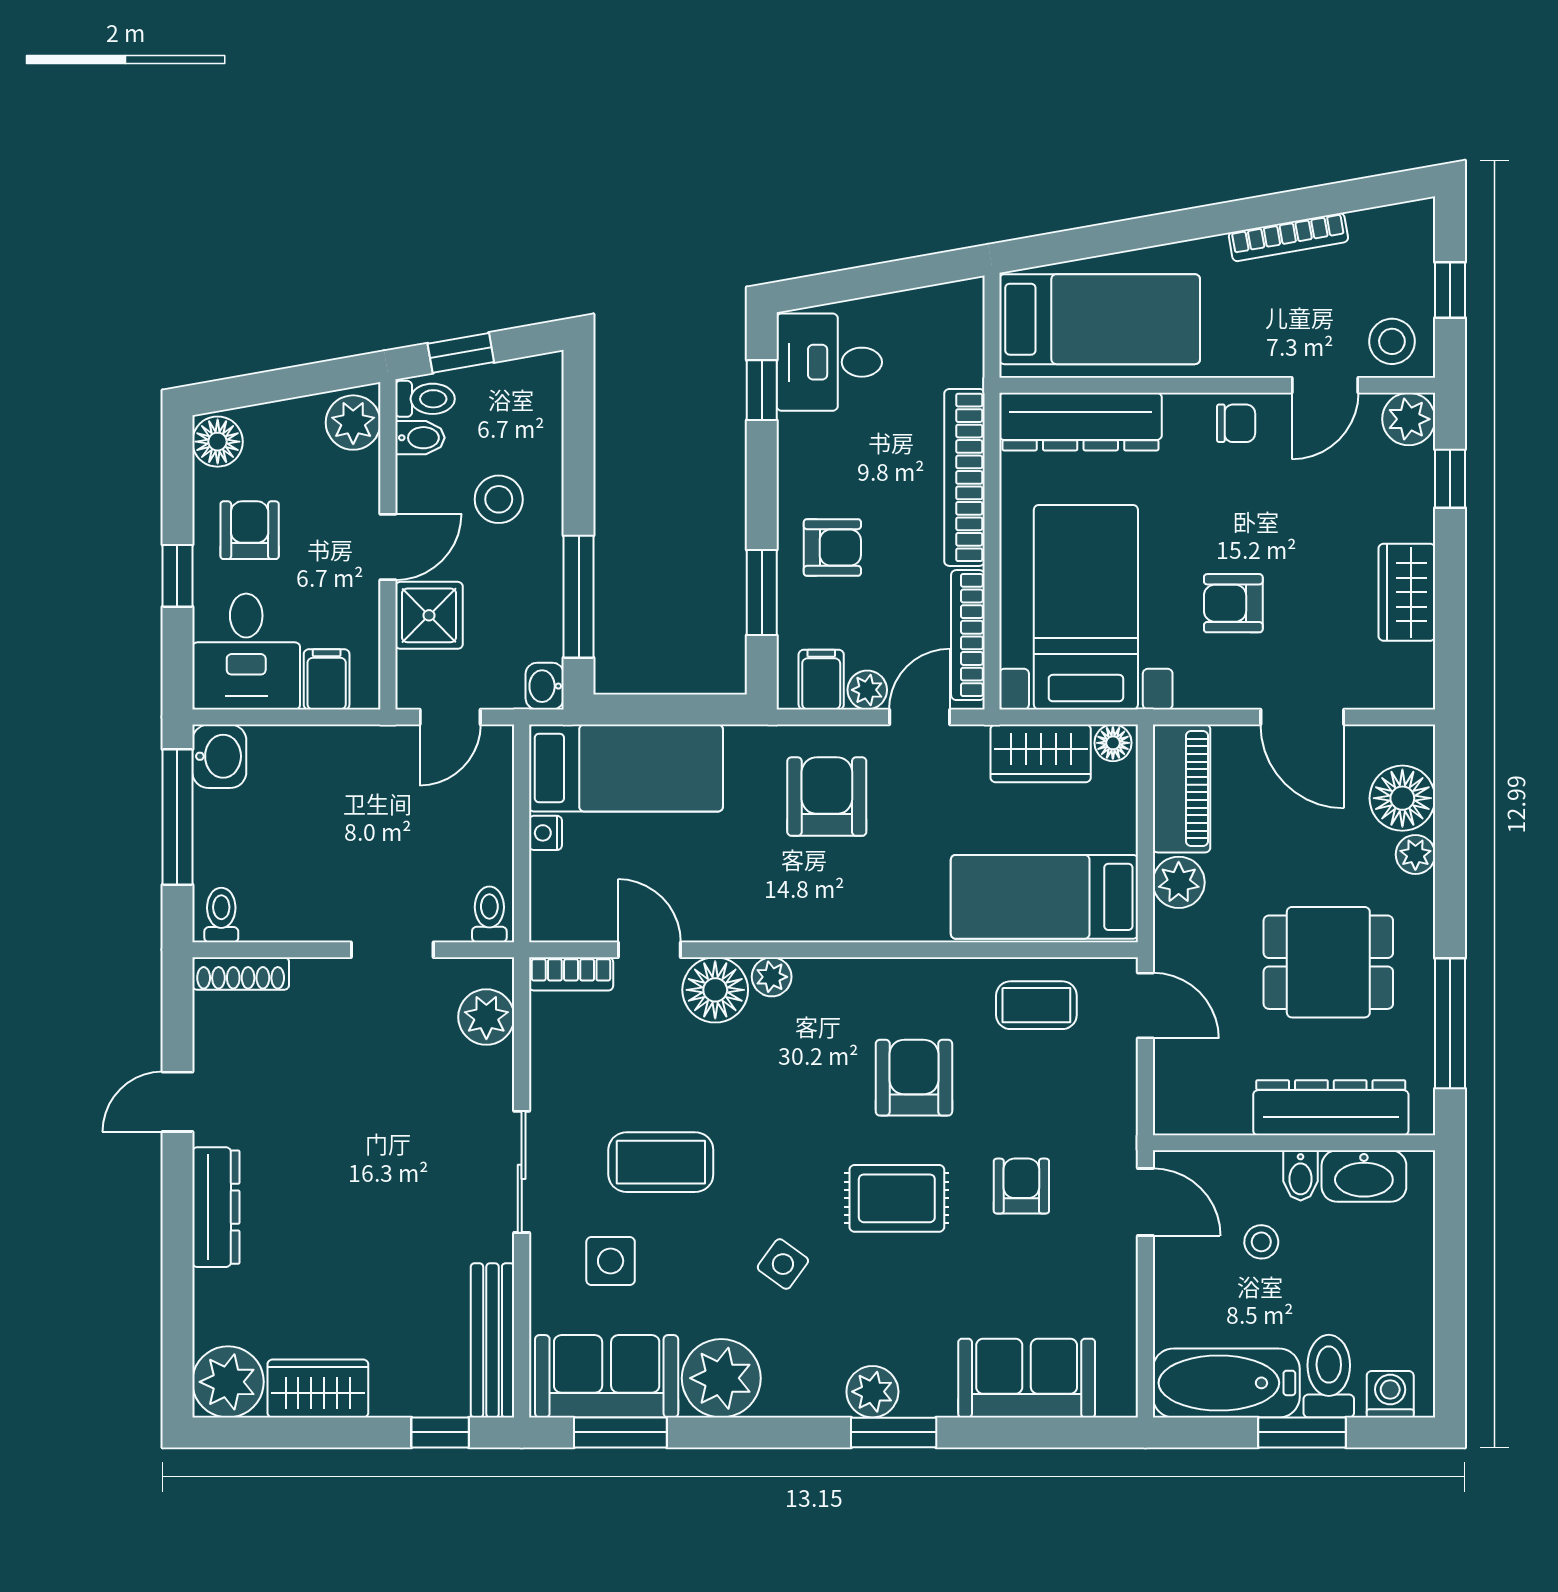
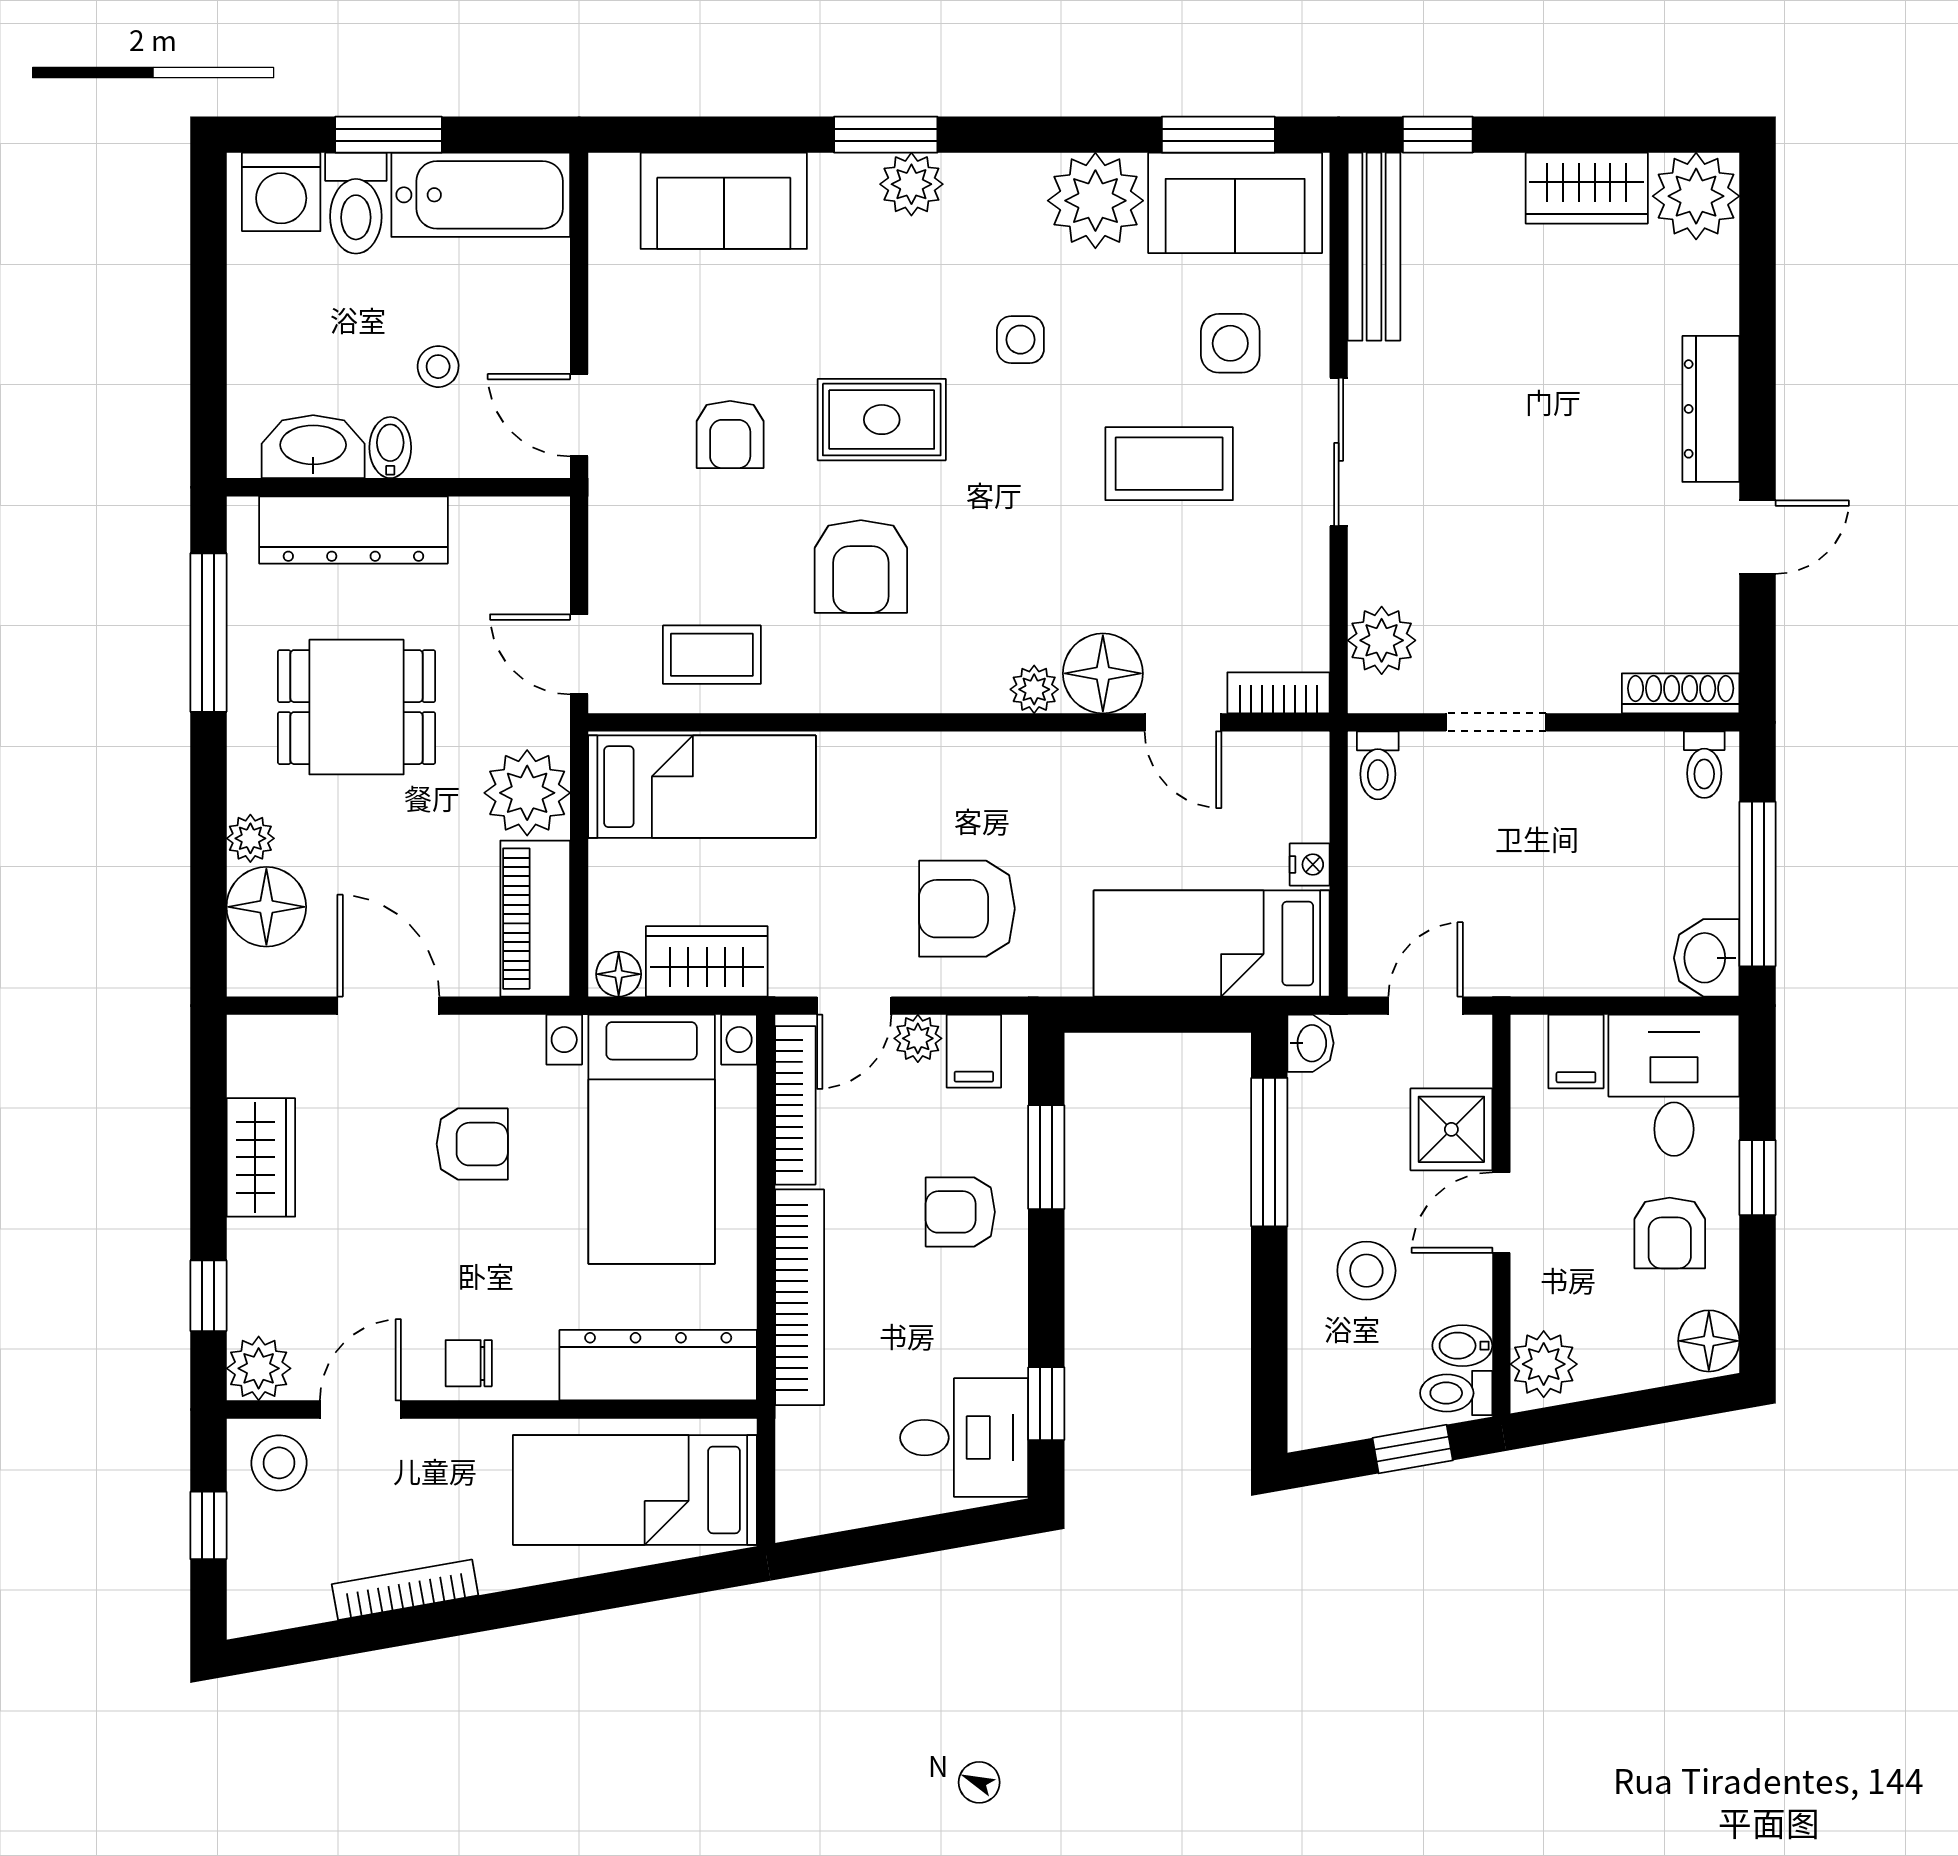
armchair: (827, 797) -> (967, 909), turned 90
plant: (1179, 882) -> (527, 793), width x1.36, depth x1.36
side table: (783, 1264) -> (1020, 340), turned -36
washing machine: (1390, 1394) -> (281, 192), width x1.38, depth x1.38

